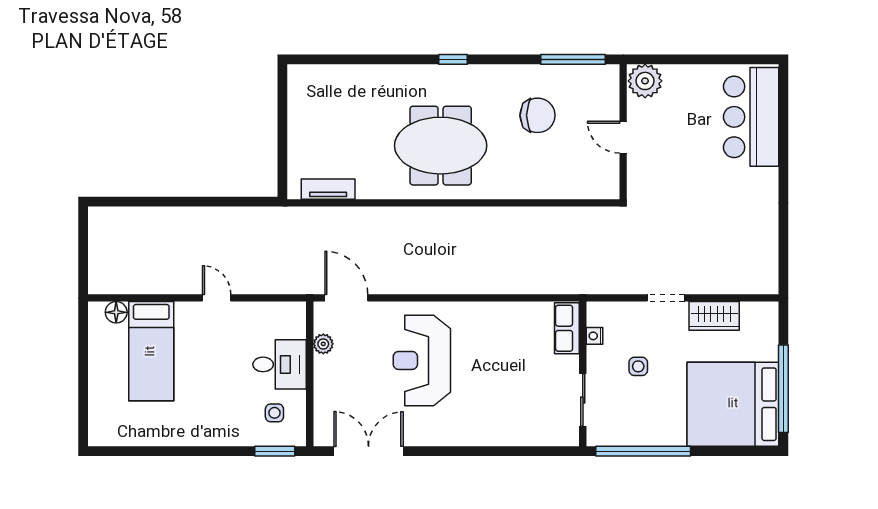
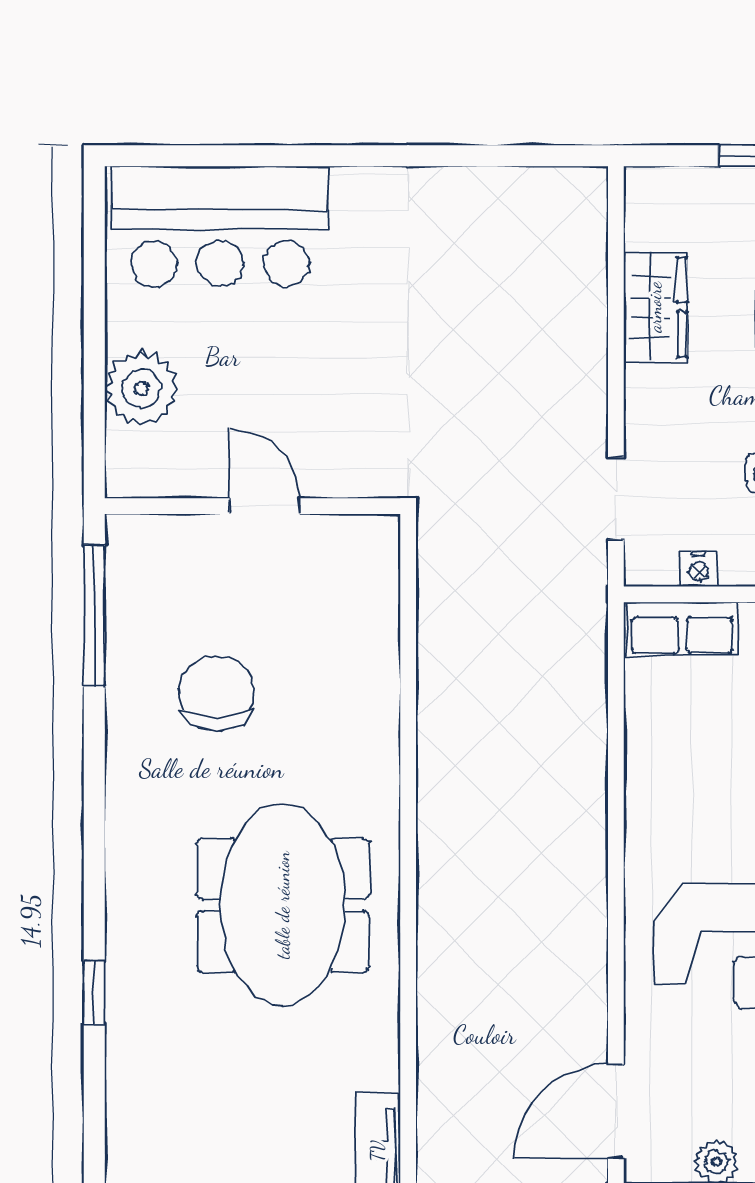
window: (453, 59) -> (94, 993), moved
plant: (645, 81) -> (141, 388), moved
door: (623, 137) -> (264, 506), swing flipped
doorway: (666, 298) -> (616, 499), moved

